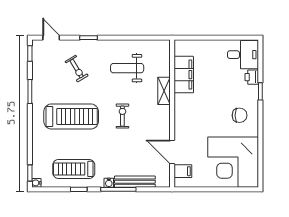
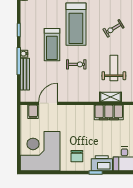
printer: (252, 77) -> (102, 163), width x1.87, depth x1.48
shelving: (164, 91) -> (110, 97), moved
treadmill: (74, 169) -> (52, 45), moved, turned 180

